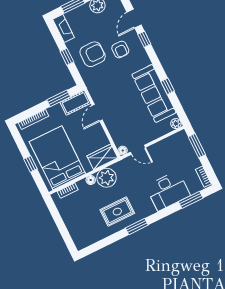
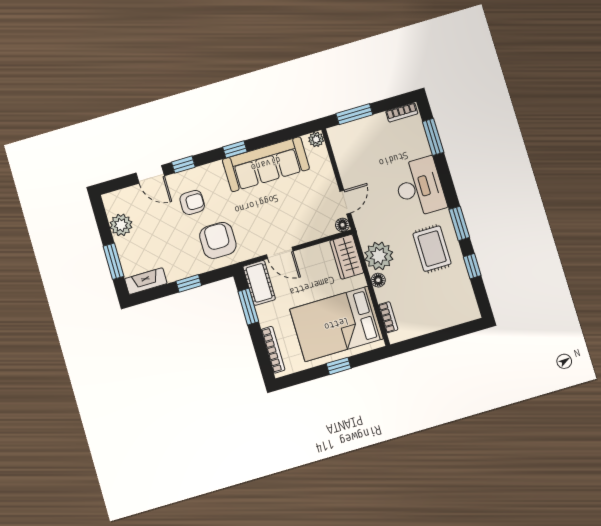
armchair: (93, 54) -> (218, 240), moved
window: (168, 86) -> (235, 149), moved
desk: (168, 191) -> (420, 187), moved
window: (110, 240) -> (472, 266), added

